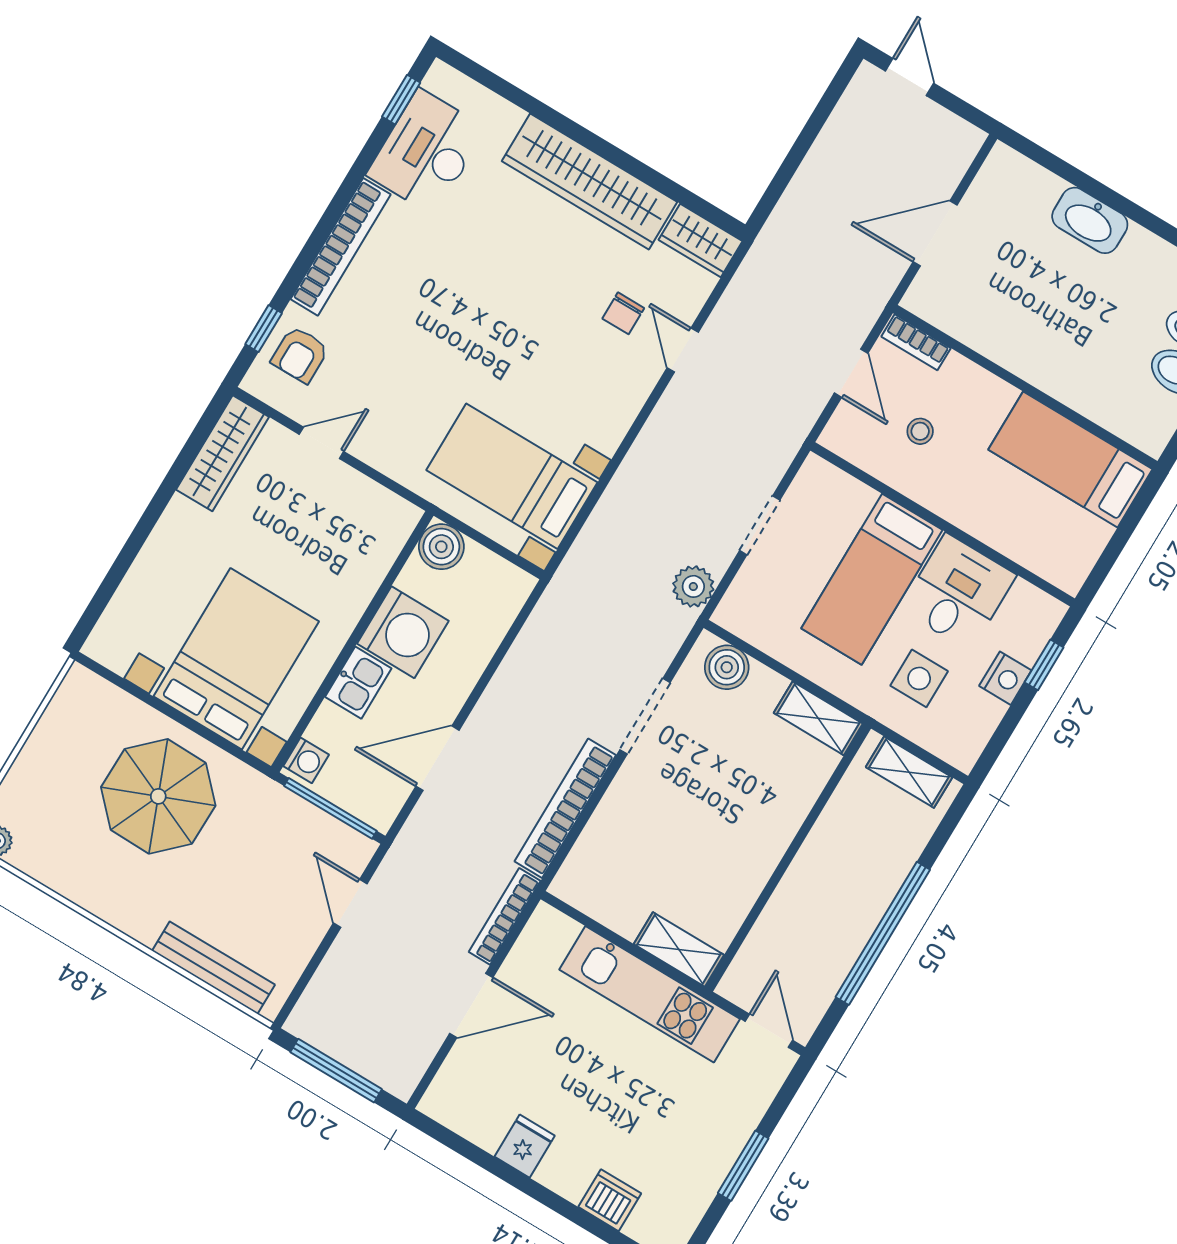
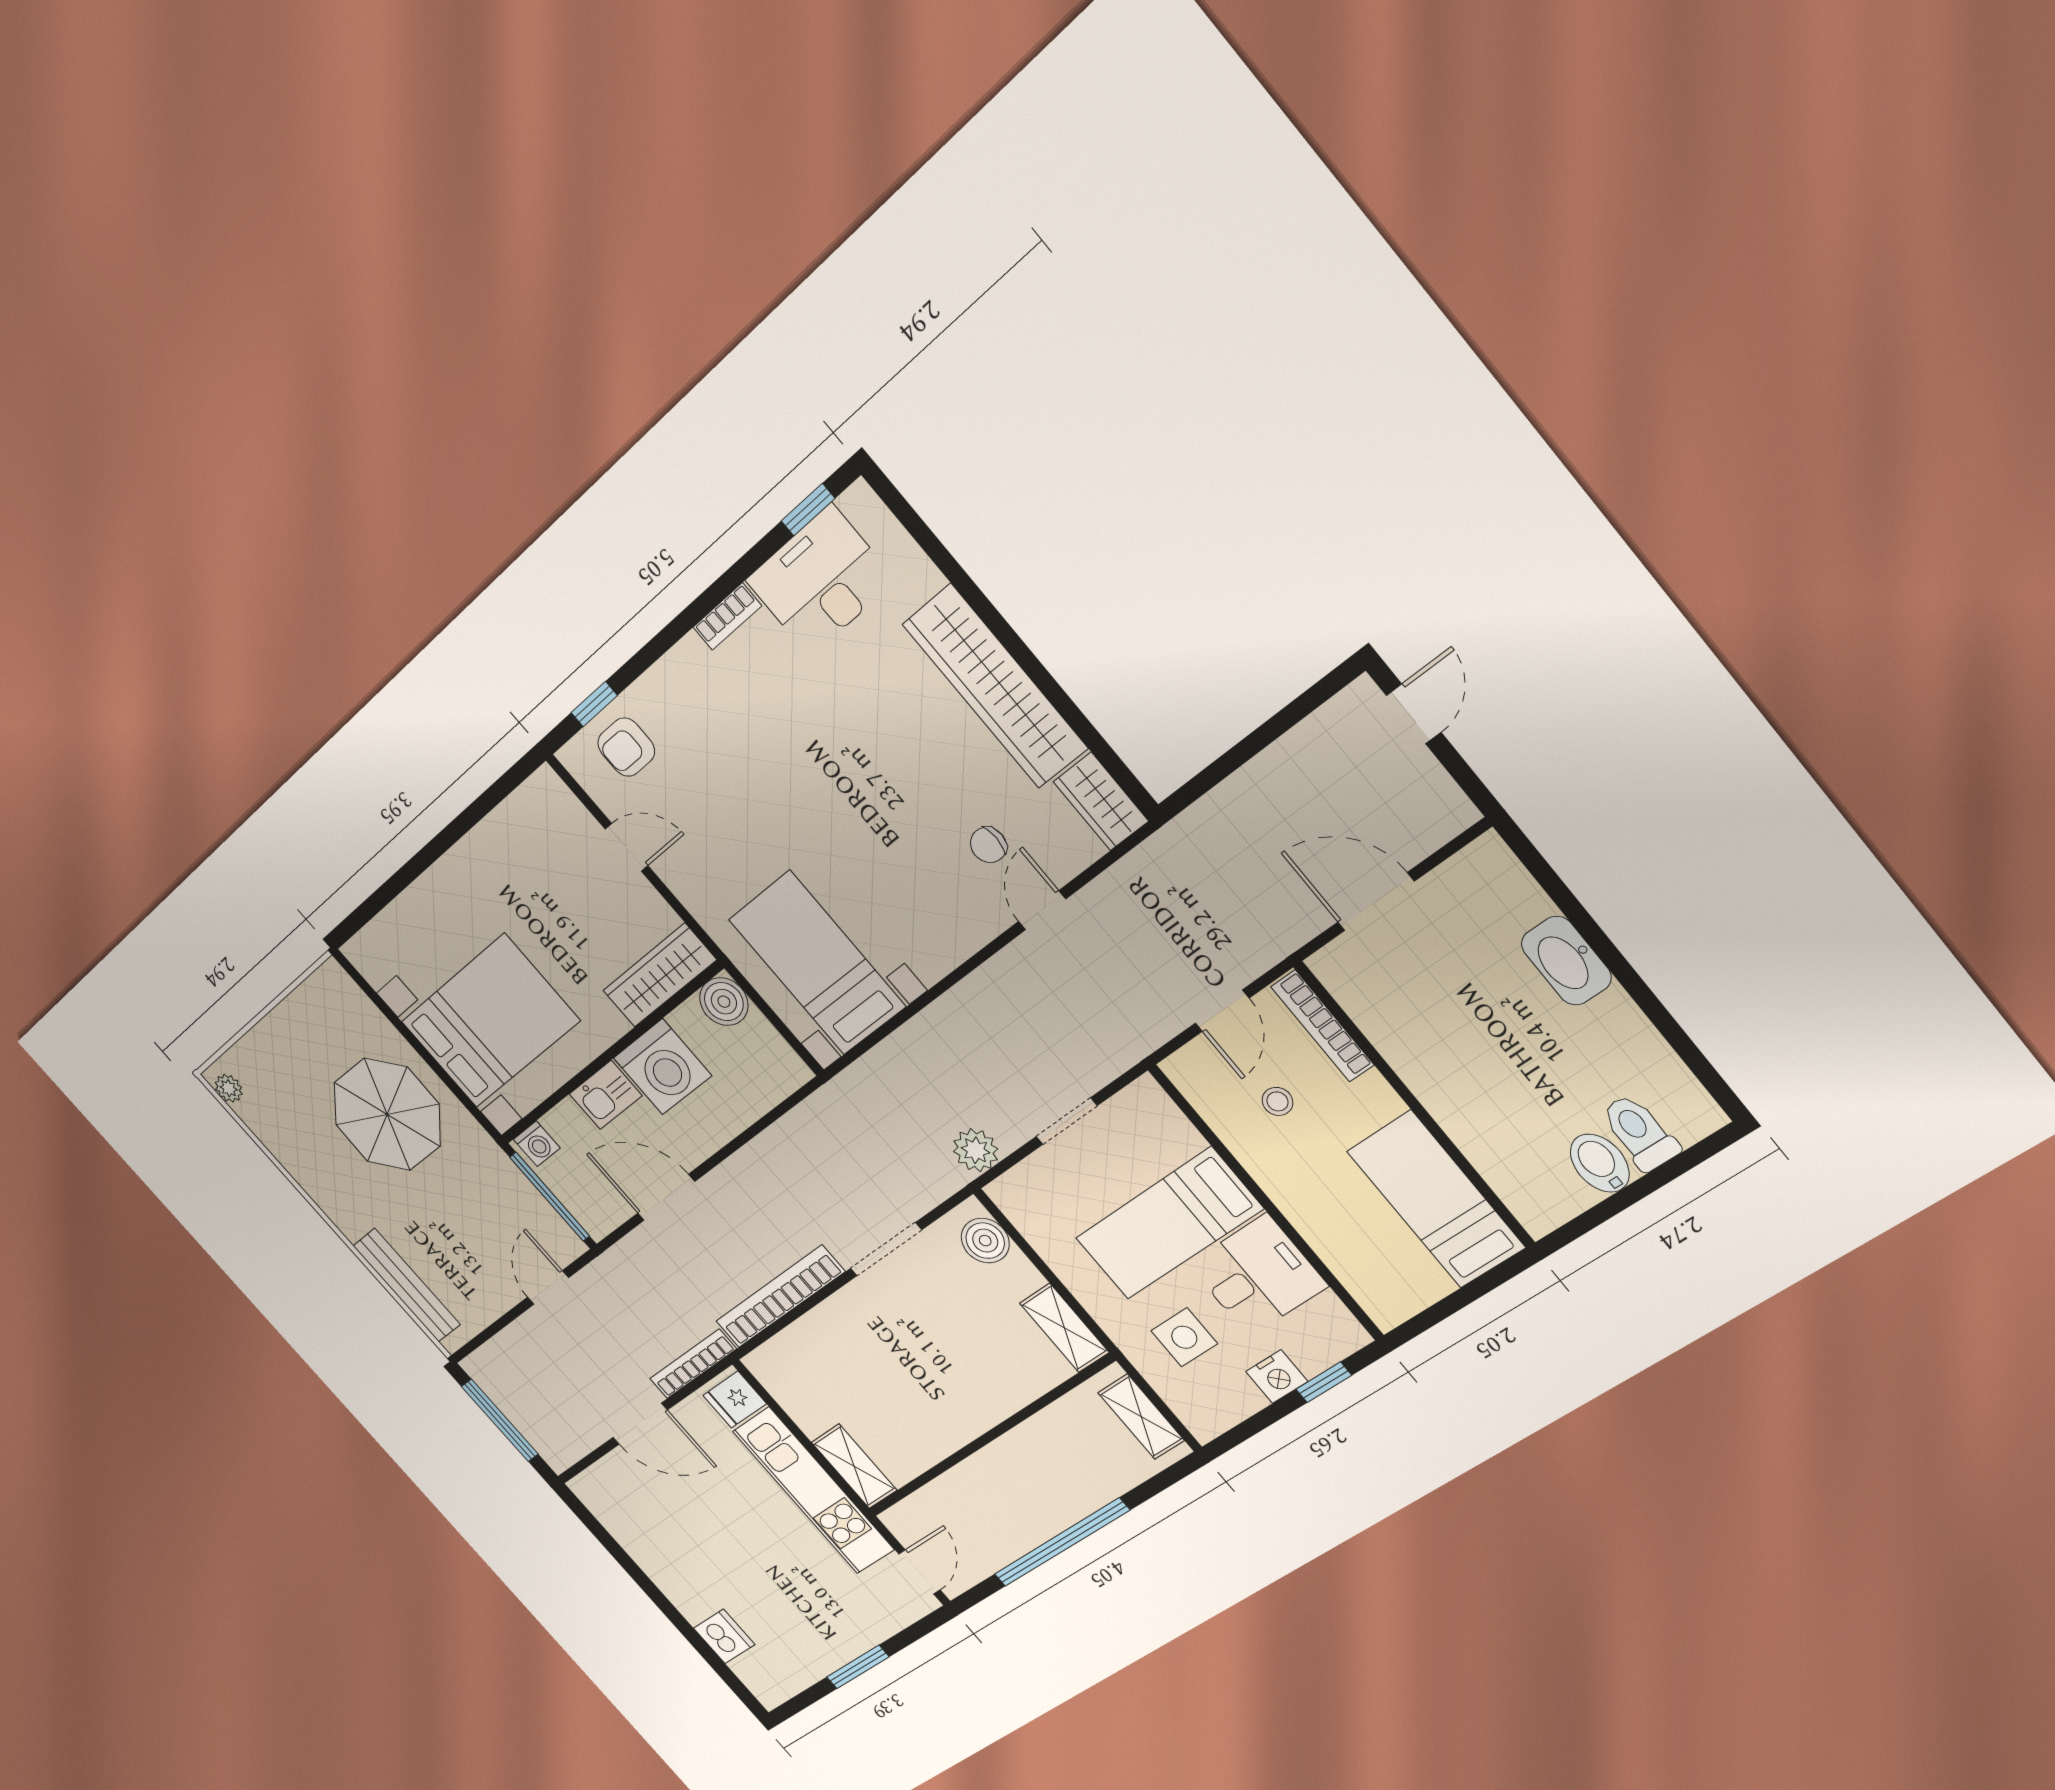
bookcase: (341, 247) -> (727, 617), width x0.43, depth x0.76
bookcase: (916, 342) -> (1322, 1026), width x1.56
wardrobe: (223, 453) -> (660, 975), moved, turned 180
fridge: (525, 1146) -> (735, 1400), moved, turned 180

